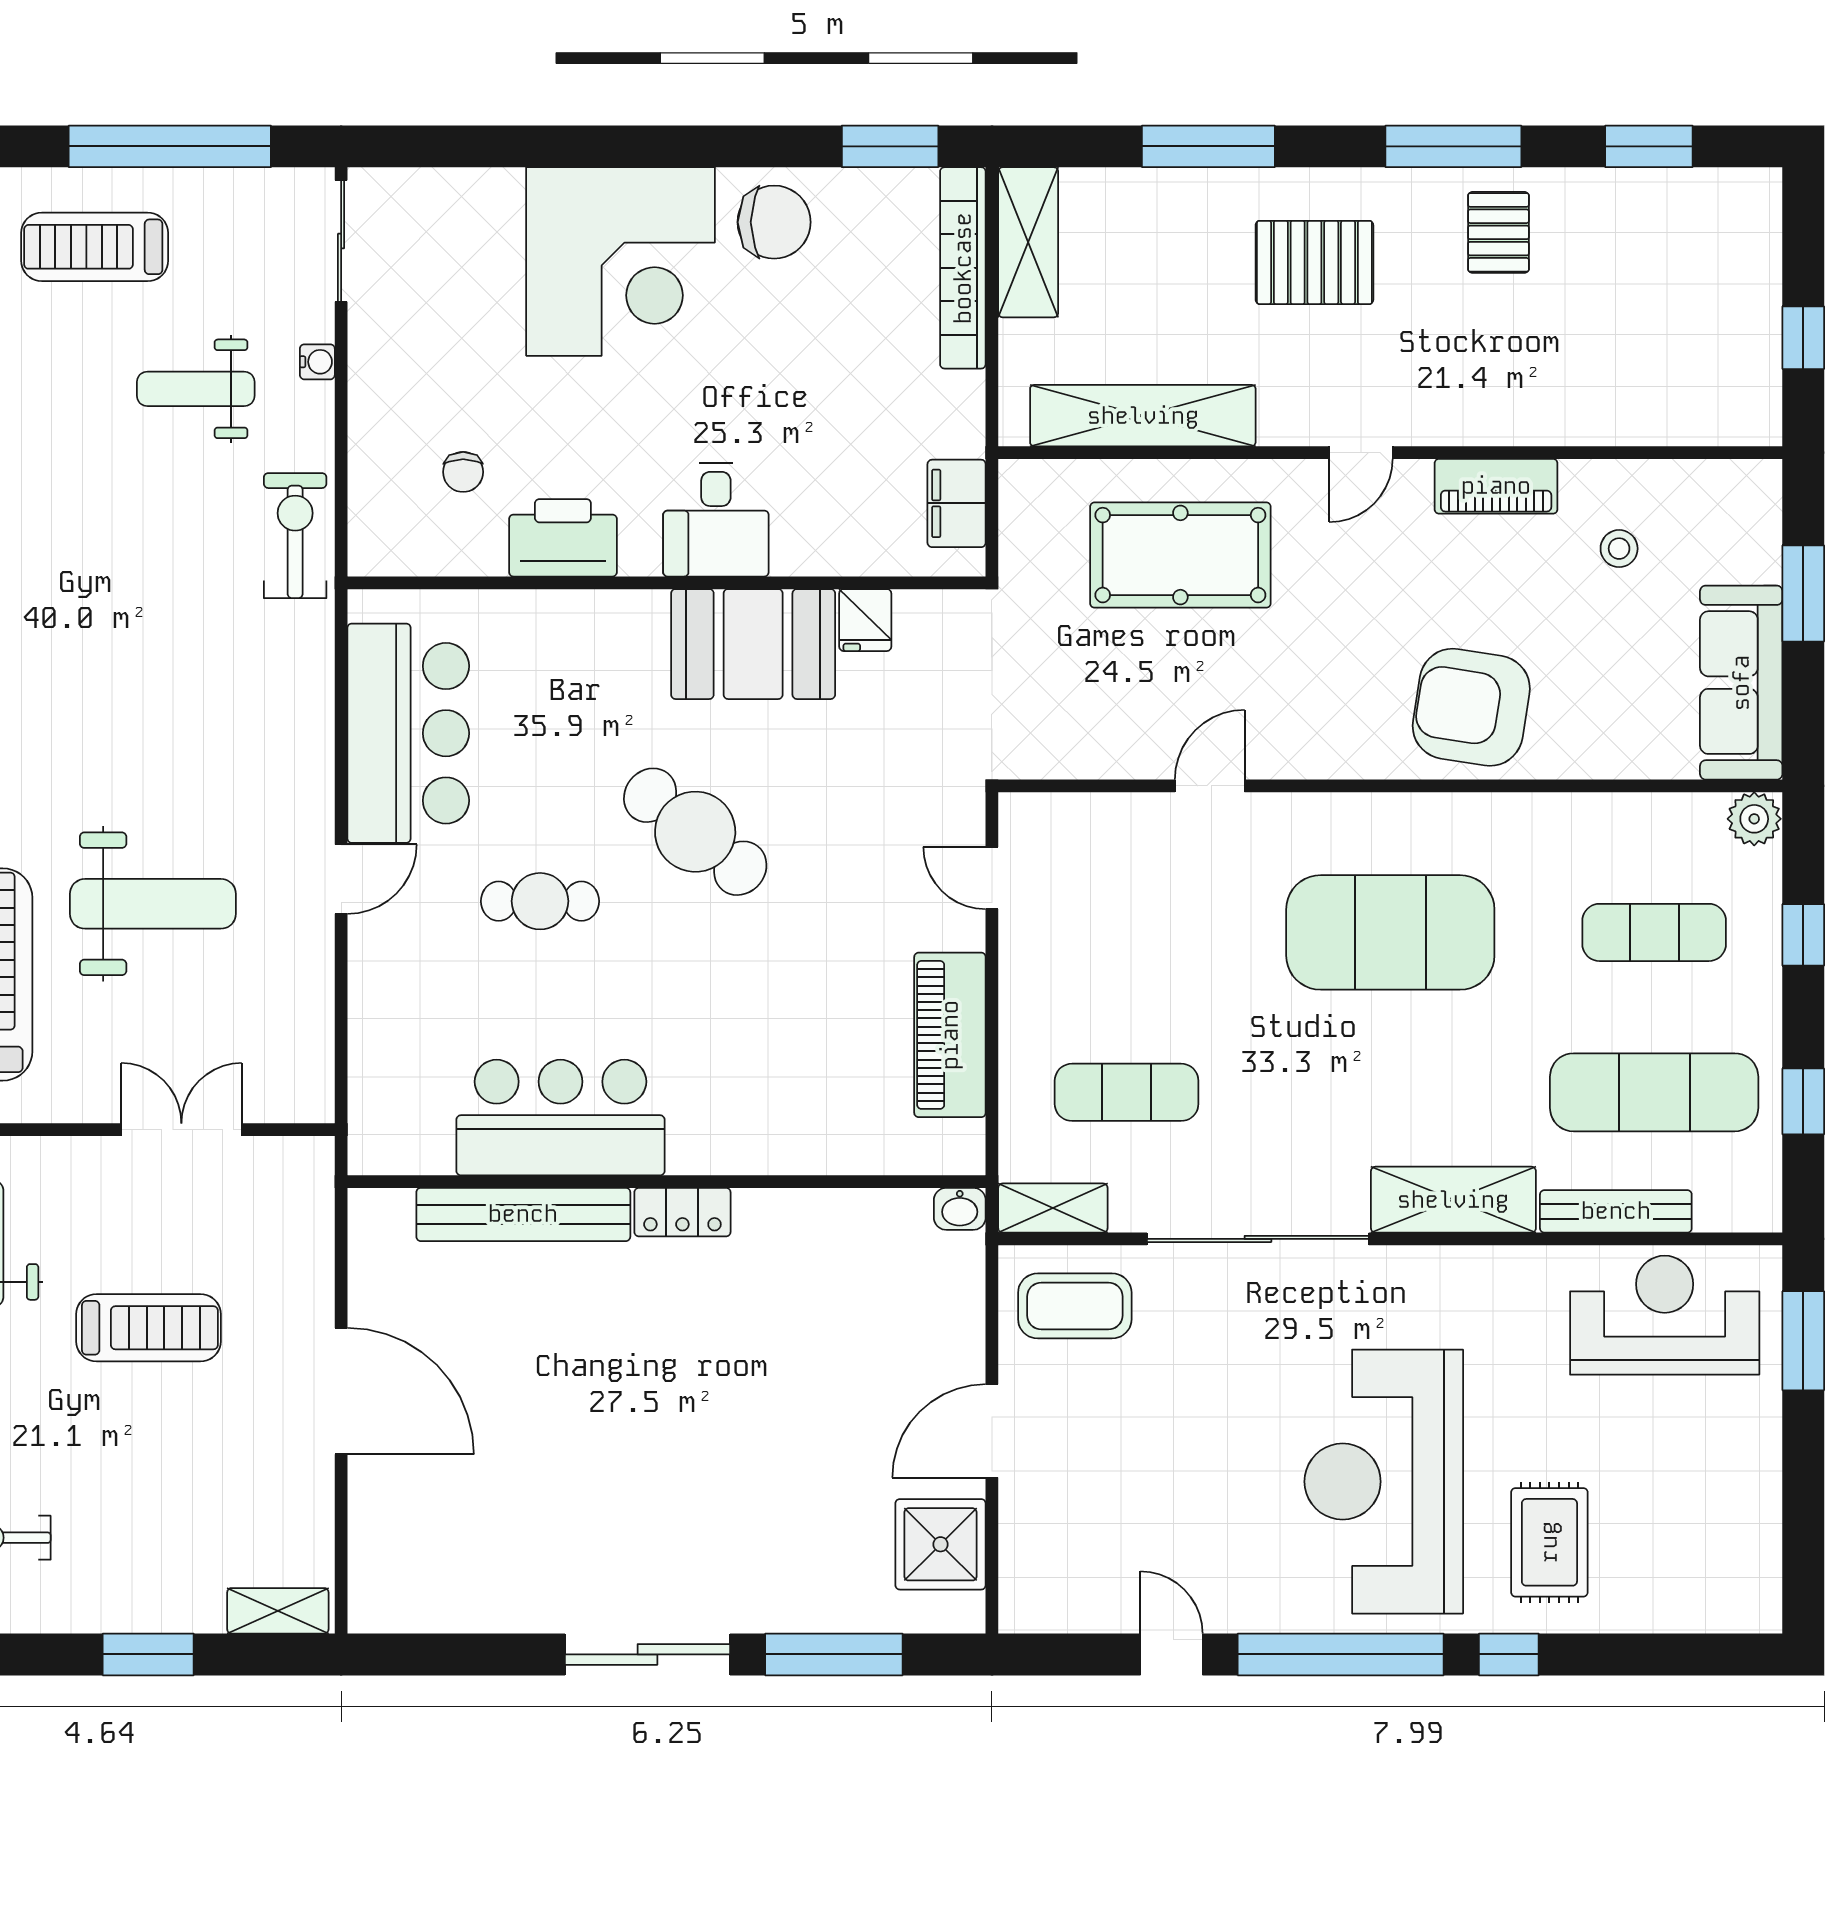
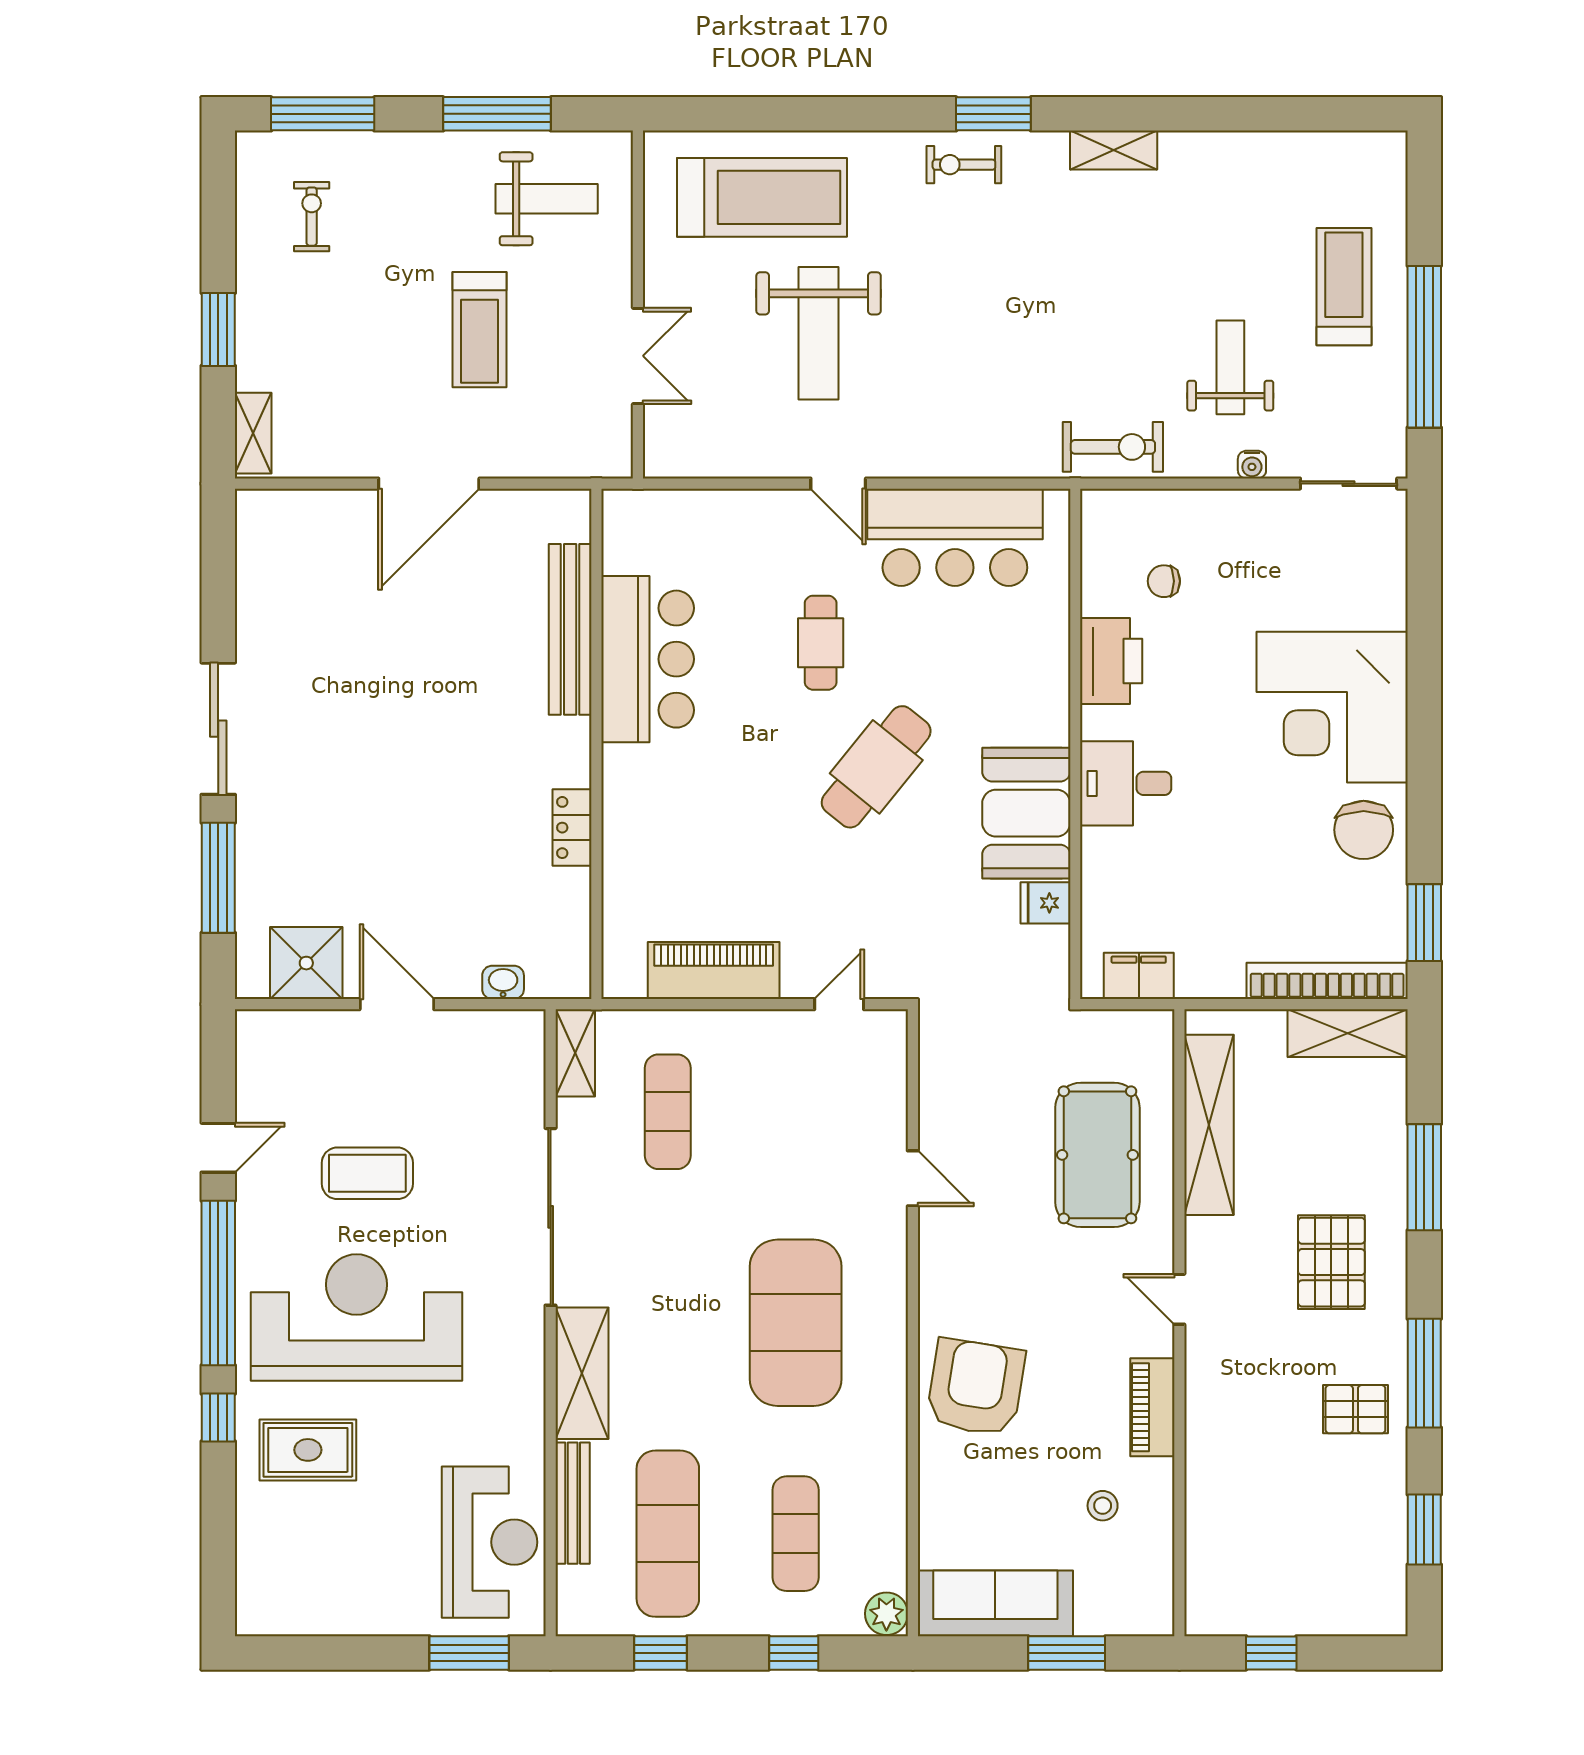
washbasin: (960, 1209) -> (503, 982), moved, turned 90
locker: (682, 1212) -> (572, 828), moved
coffee table: (1075, 1306) -> (367, 1173), moved, turned 90

